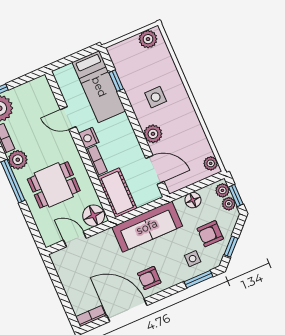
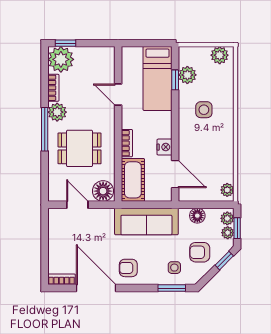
plant: (153, 134) -> (187, 75), moved
nightstand: (89, 138) -> (165, 147), moved, turned 180
window: (231, 246) -> (224, 261), moved

